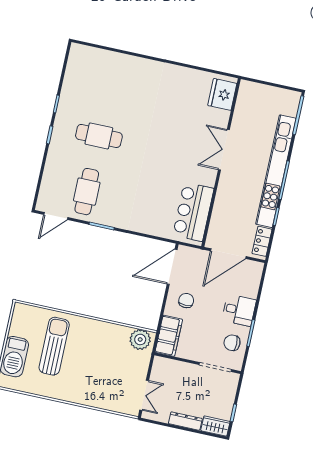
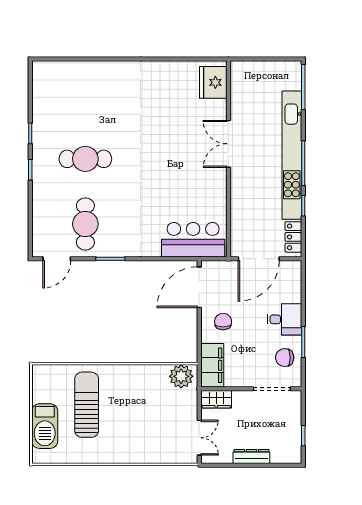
bar counter: (193, 212) -> (193, 240), moved, turned 90
wardrobe: (215, 426) -> (216, 399), moved, turned 180

